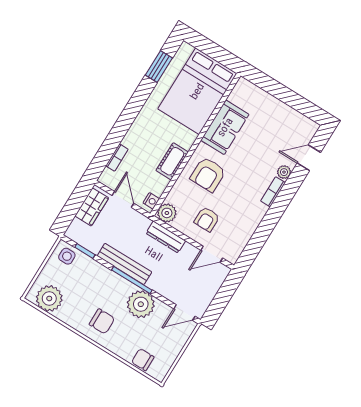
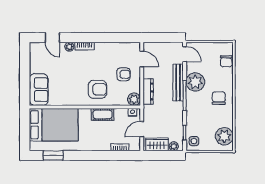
sofa: (225, 127) -> (39, 90), moved, turned 90
plant: (76, 227) -> (174, 146), added
bench: (124, 264) -> (178, 83), moved

